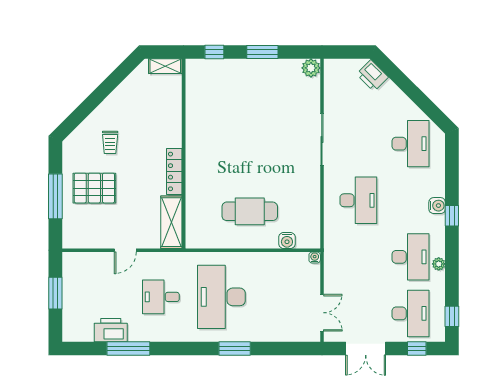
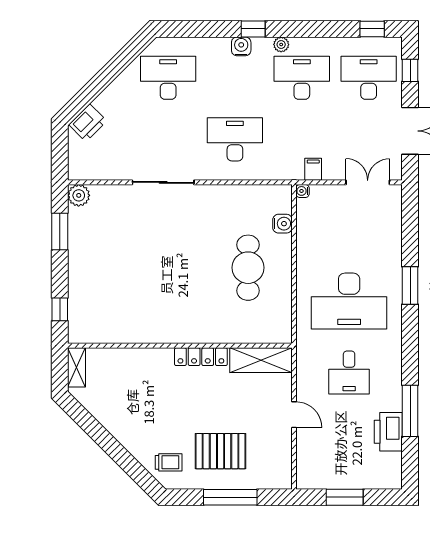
window: (262, 52) -> (60, 231), moved
trolley: (110, 142) -> (169, 462), moved
pallet: (94, 188) -> (221, 451), turned 90
plant: (439, 264) -> (281, 44), moved
filing cabinet: (333, 266) -> (313, 169), added

